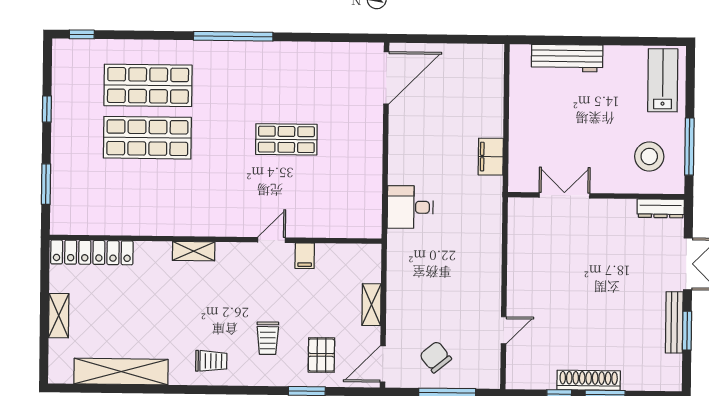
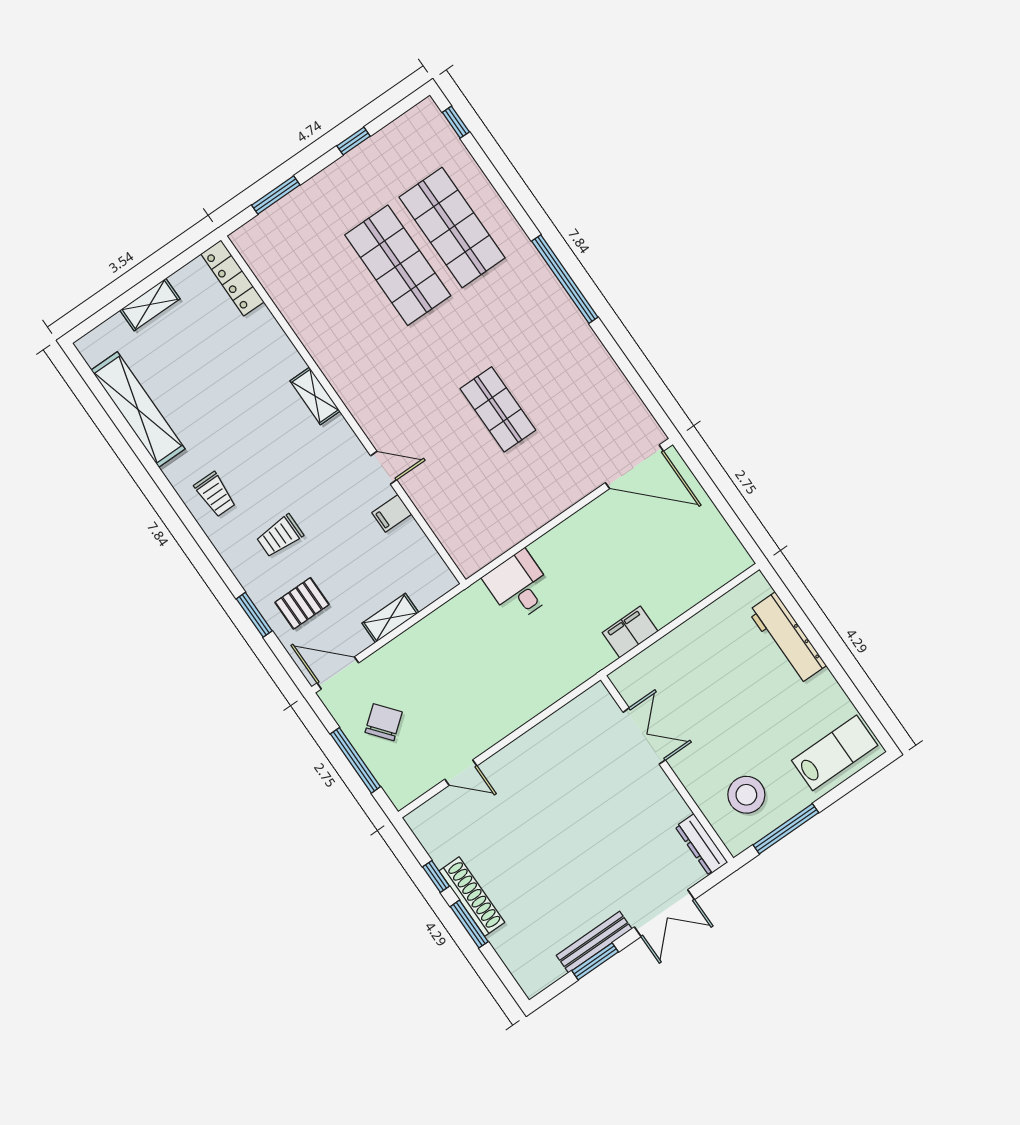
locker: (92, 252) -> (232, 278), width x0.71, depth x0.83

